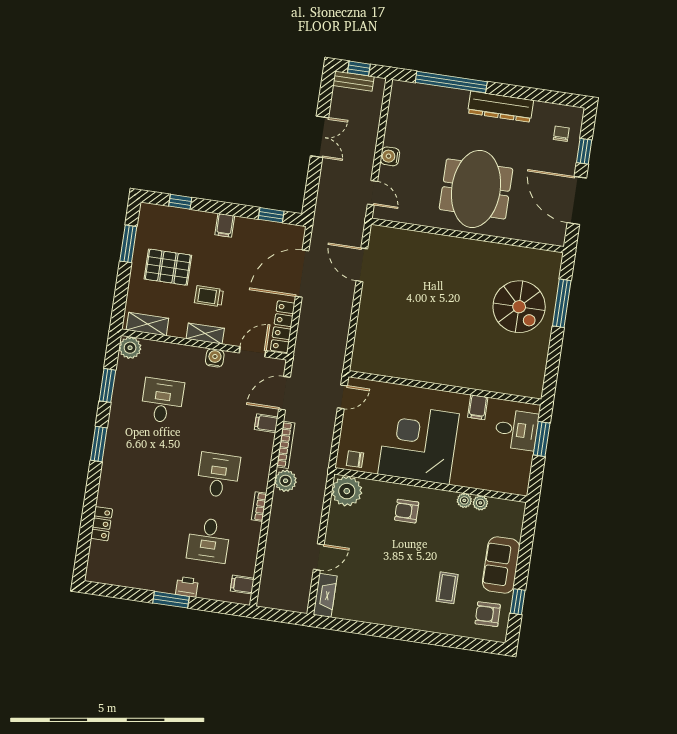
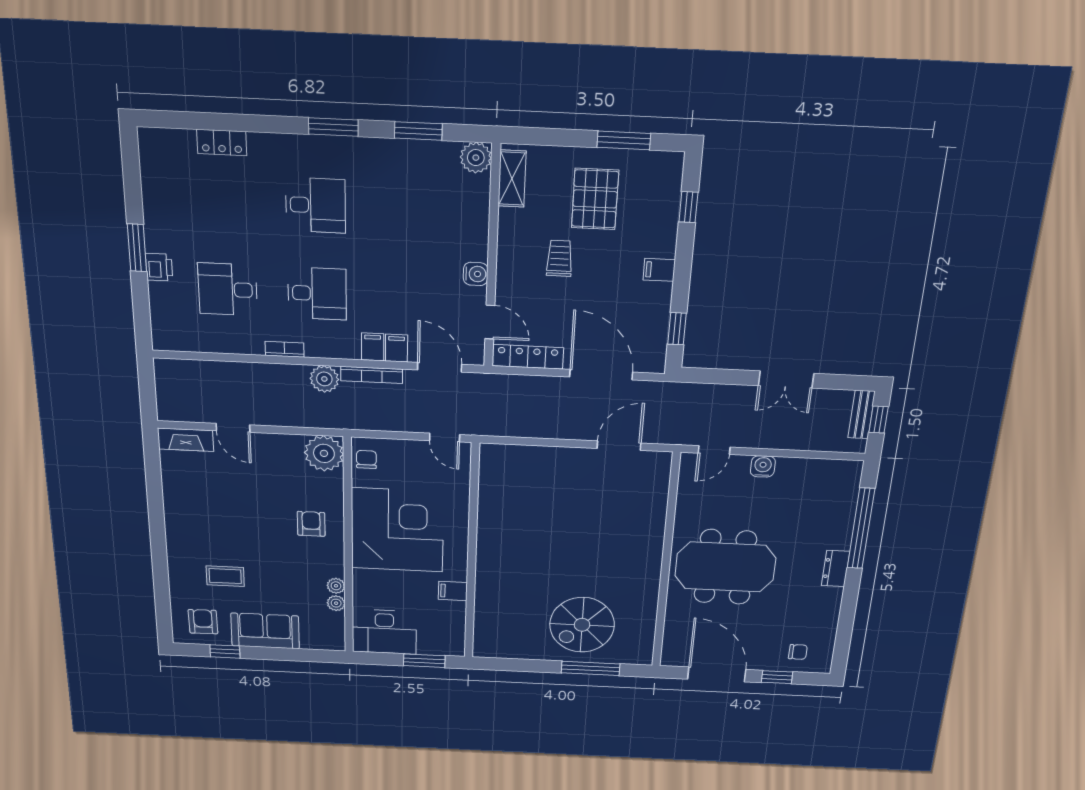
dresser: (501, 107) -> (836, 568), width x0.51, depth x0.80
door: (577, 200) -> (717, 674), hinge flipped
shelving: (205, 334) -> (507, 258), removed
desk: (162, 401) -> (315, 205), moved
desk: (517, 430) -> (384, 632), moved, width x1.37
filing cabinet: (242, 585) -> (373, 347), moved

